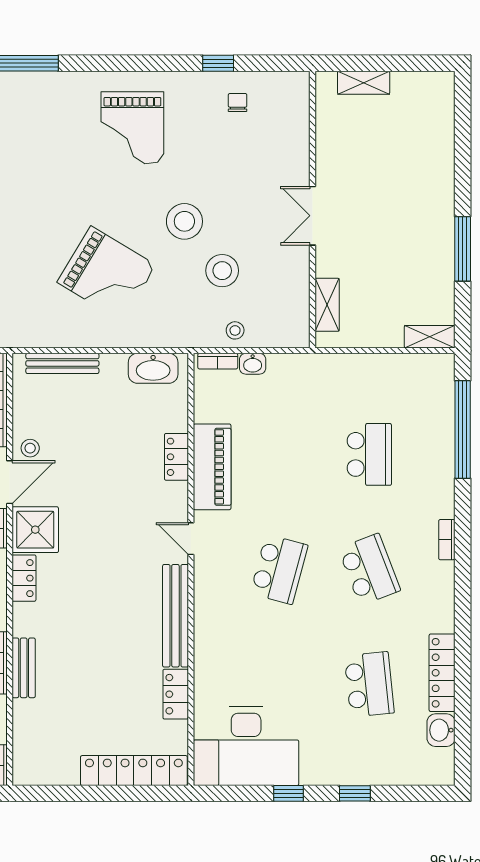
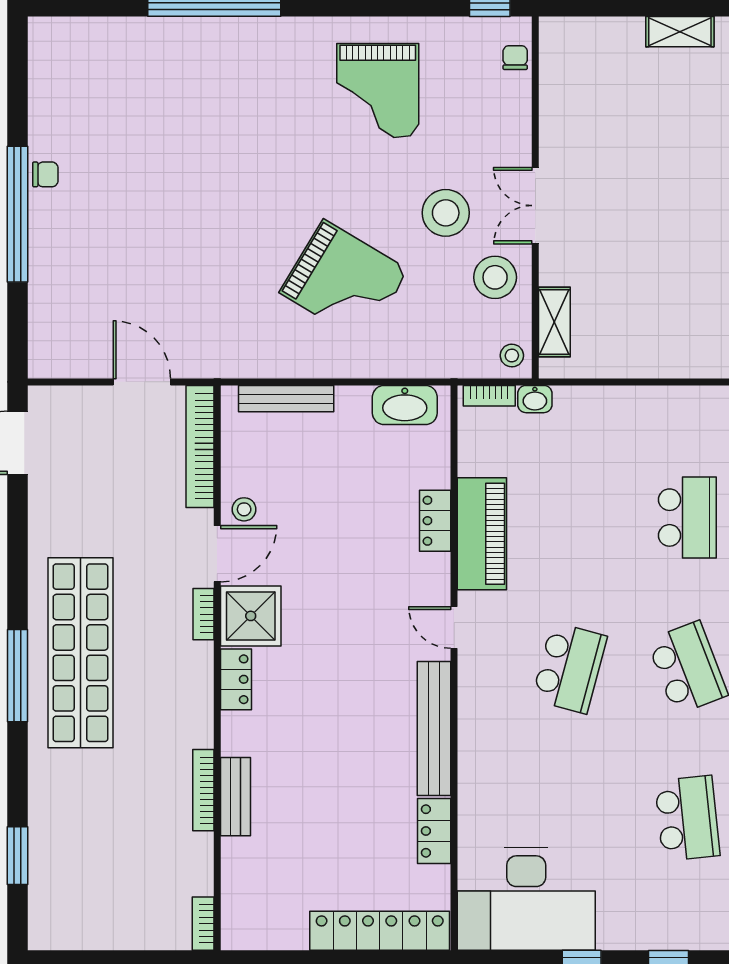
wall: (313, 210) -> (535, 197), moved
double door: (313, 216) -> (535, 206), moved
shelving: (327, 305) -> (554, 322), moved

